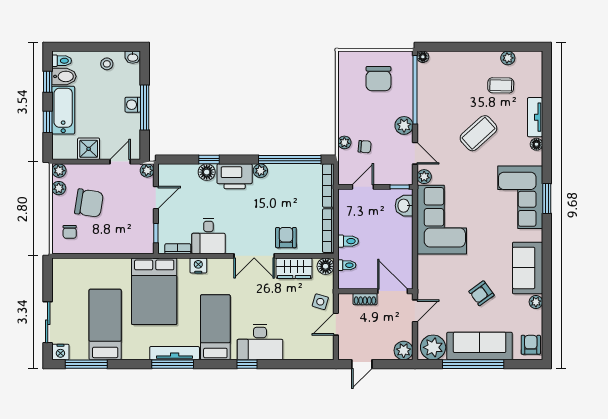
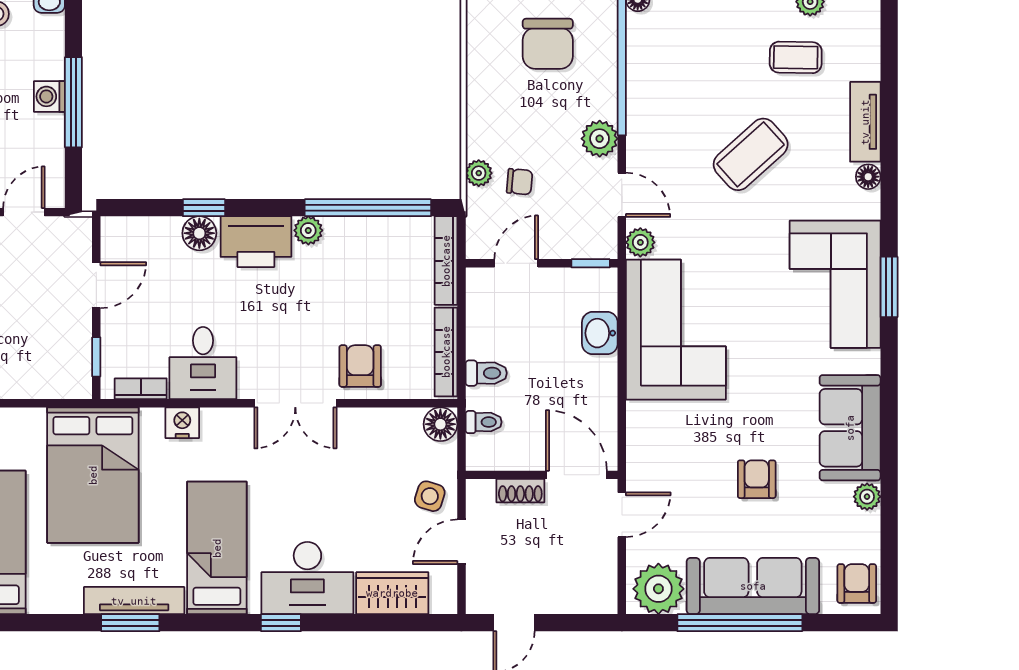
plant: (147, 170) -> (78, 230), removed
washbasin: (404, 206) -> (600, 333), moved
wardrobe: (294, 268) -> (392, 593), moved, turned 180
armchair: (481, 293) -> (757, 479), turned 126
plant: (404, 350) -> (599, 595), removed
window: (173, 364) -> (130, 623), width x0.69

